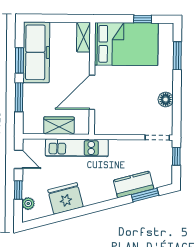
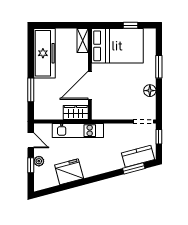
window: (177, 56) -> (159, 67), moved
window: (19, 60) -> (31, 60), removed
wardrobe: (59, 126) -> (76, 113), moved
kitchen counter: (134, 184) -> (138, 156), moved
plant: (28, 204) -> (39, 161), moved

